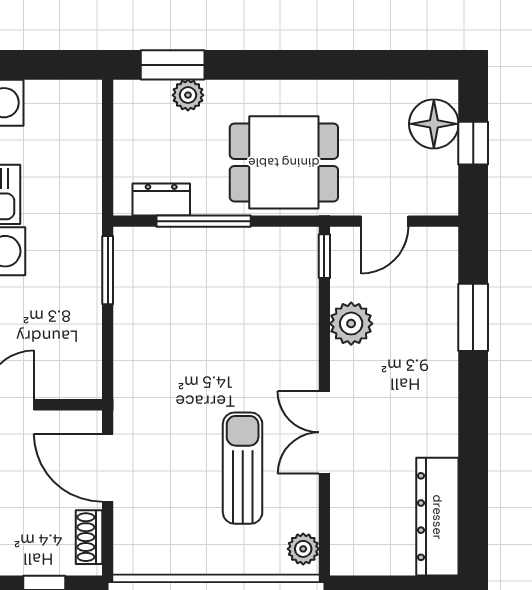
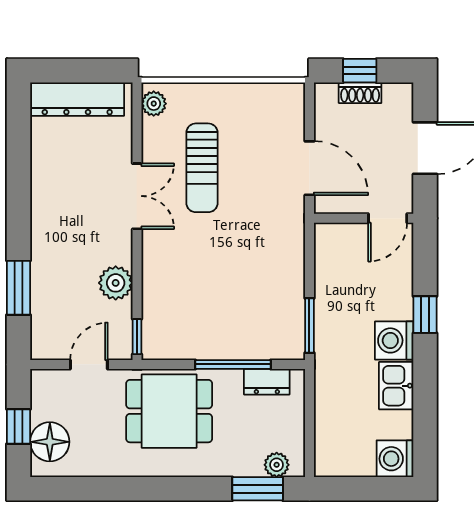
plant: (188, 95) -> (277, 465), moved
dresser: (437, 517) -> (77, 99), moved, turned 90
shoe rack: (89, 537) -> (360, 93), moved, turned 90

